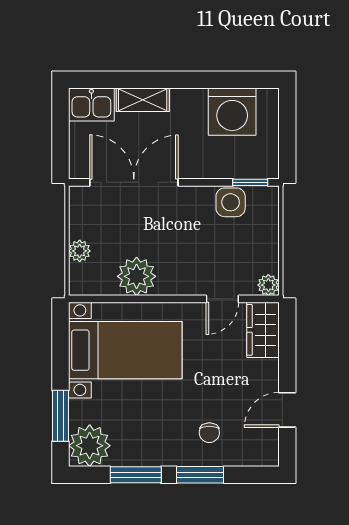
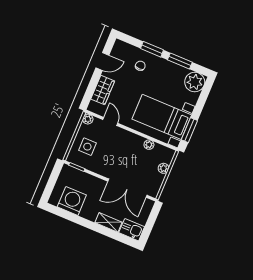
side table: (231, 202) -> (87, 147), moved
plant: (137, 276) -> (149, 145), width x0.53, depth x0.53
door: (222, 299) -> (110, 121), hinge flipped
wardrobe: (263, 330) -> (103, 90), moved
window: (60, 416) -> (189, 130), moved

